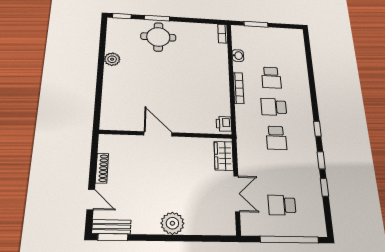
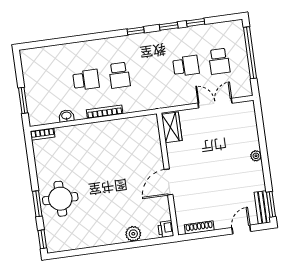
plant: (112, 59) -> (133, 234), moved
printer: (224, 124) -> (166, 229), moved, turned 90
school desk: (276, 138) -> (186, 66), moved
wardrobe: (224, 156) -> (172, 127), moved, turned -90
shoe rack: (102, 168) -> (199, 227), moved
plant: (172, 223) -> (256, 156), width x0.53, depth x0.53

